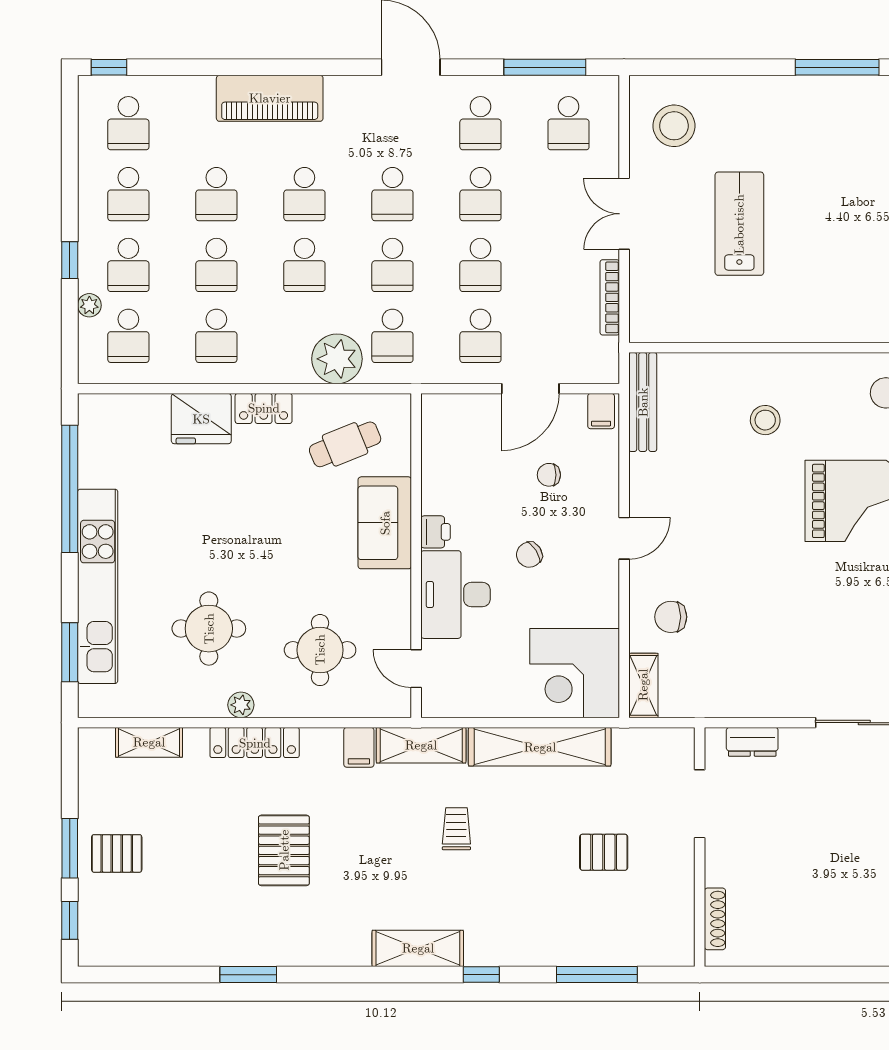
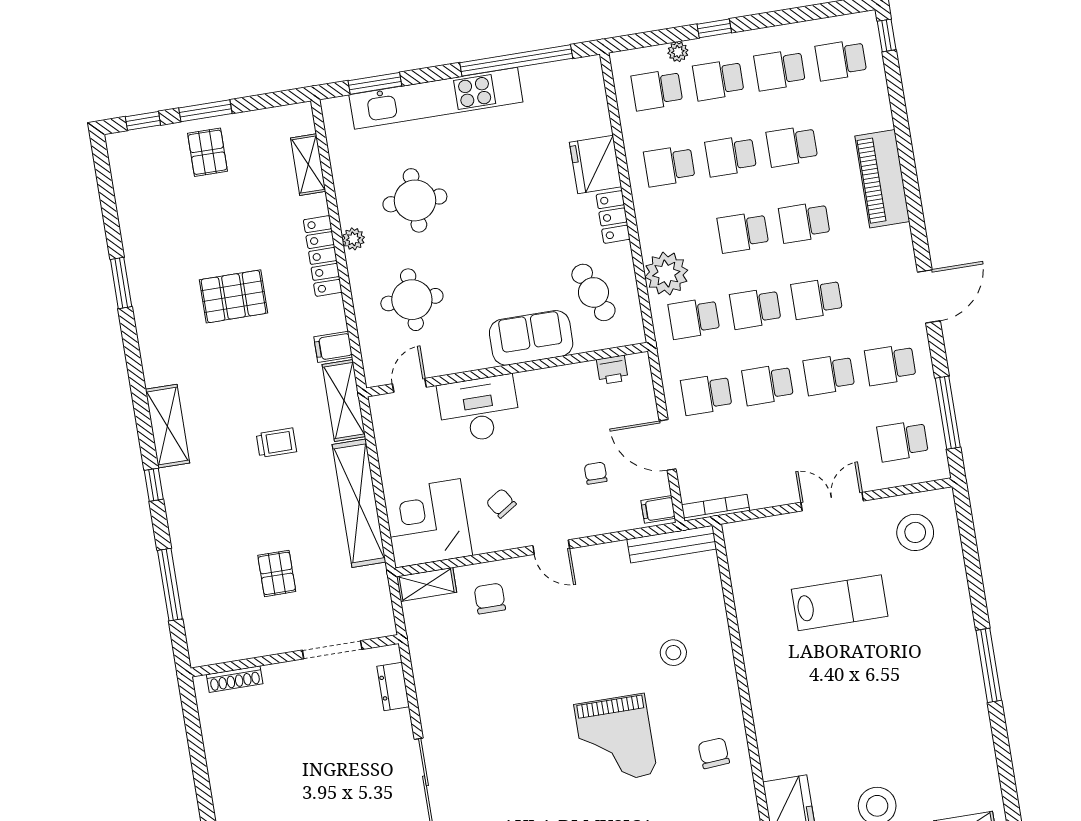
bookcase: (610, 297) -> (716, 508), moved
printer: (436, 532) -> (612, 370), moved
chair: (529, 555) -> (501, 503), moved

